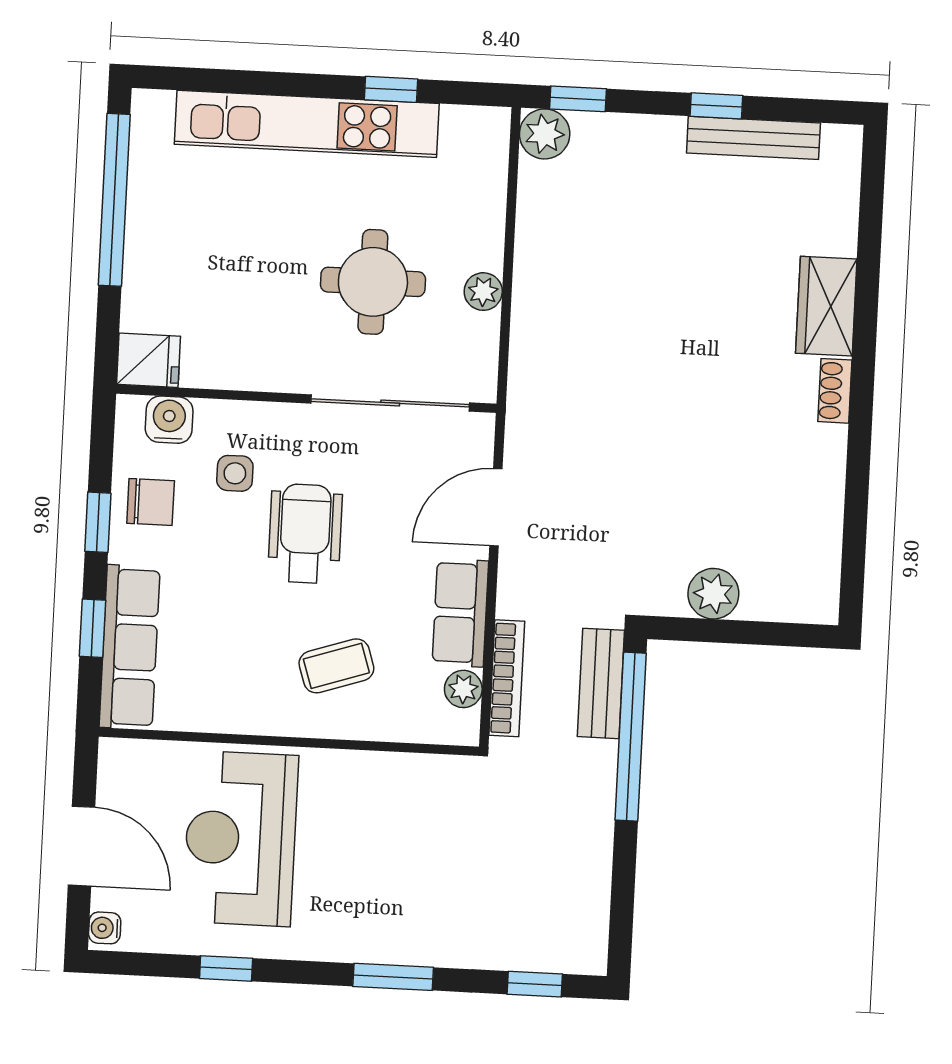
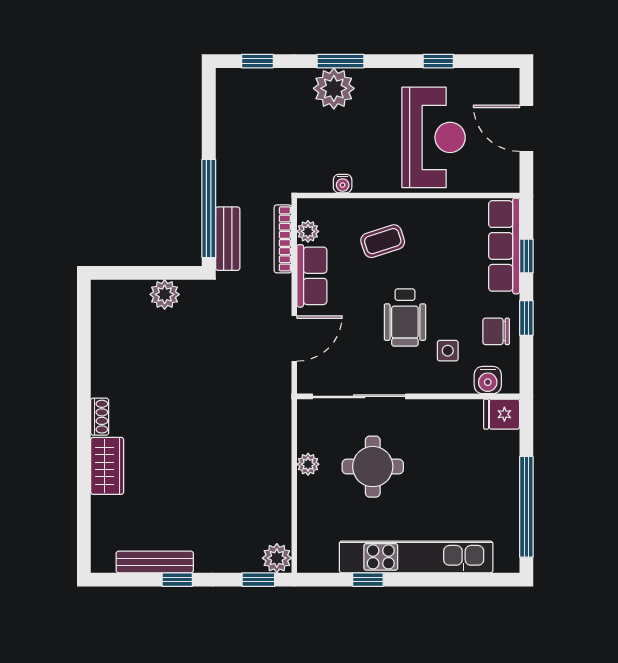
water cooler: (105, 928) -> (343, 184), moved, turned 90
plant: (407, 931) -> (334, 88), added

